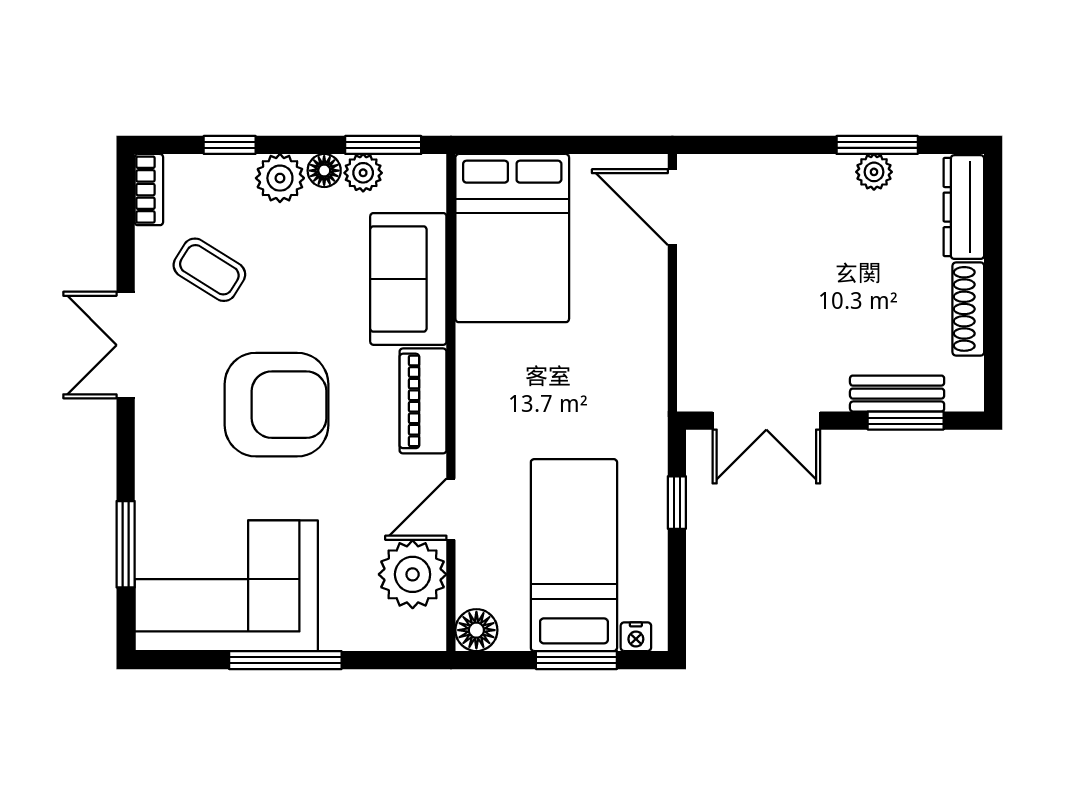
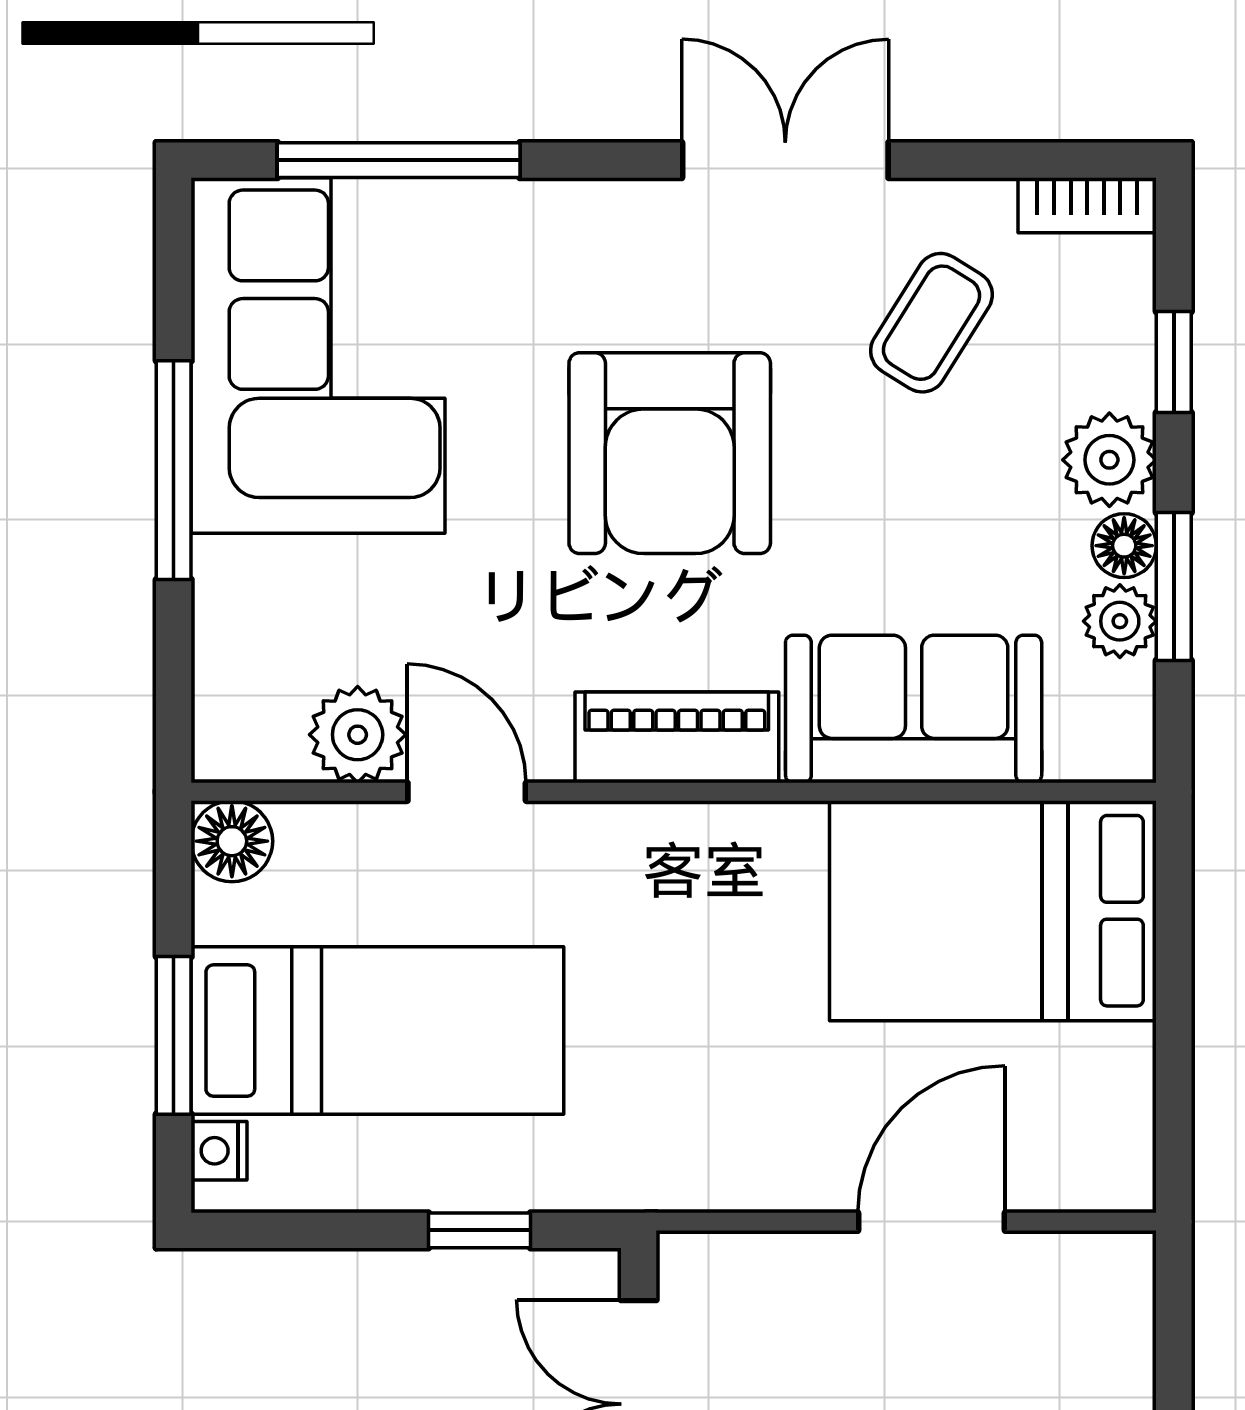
window: (383, 145) -> (1174, 587), moved
door: (672, 207) -> (931, 1222), moved
window: (126, 544) -> (399, 160), width x1.44
plant: (413, 574) -> (358, 735), width x0.73, depth x0.73

